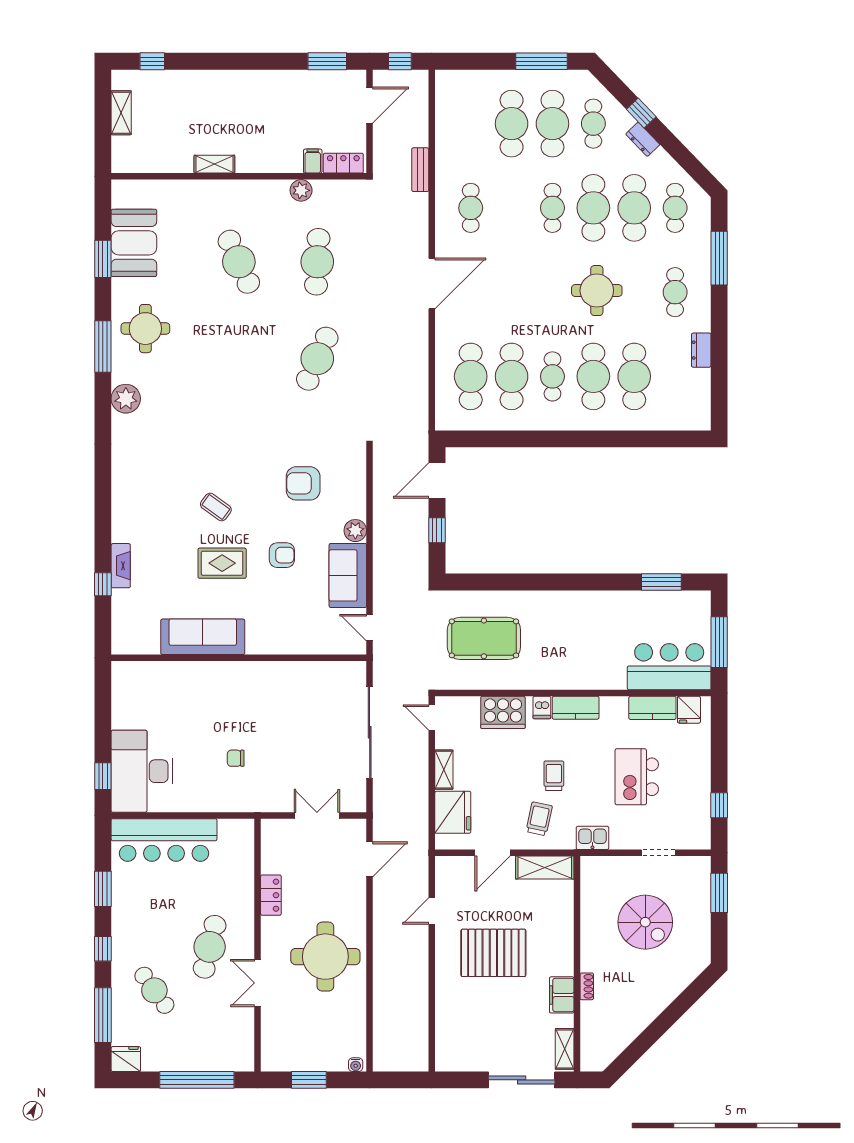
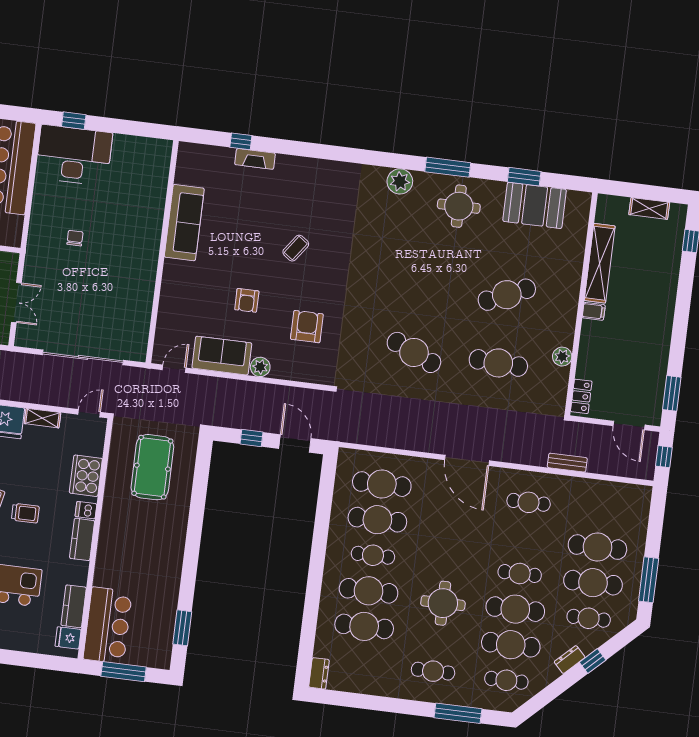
filing cabinet: (313, 161) -> (594, 311), moved
shelving: (214, 164) -> (600, 263), width x2.20, depth x1.33
dresser: (701, 350) -> (319, 673), moved, turned 90
rug: (222, 563) -> (246, 247), removed

